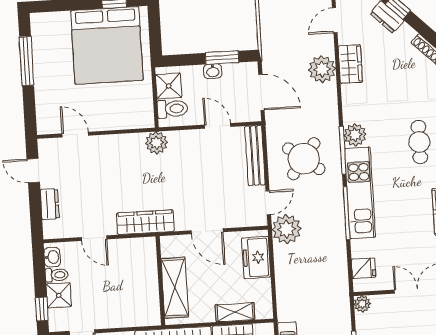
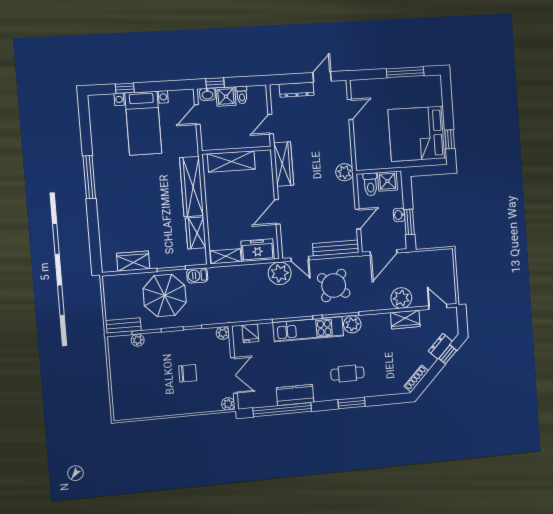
dresser: (50, 204) -> (297, 90), width x1.44
washbasin: (52, 257) -> (207, 94), moved
wall: (160, 281) -> (236, 150), moved
shelving: (175, 288) -> (231, 161), moved
shelving: (235, 312) -> (226, 256), moved, turned 90

